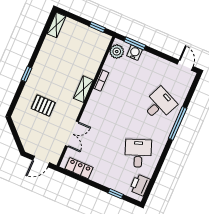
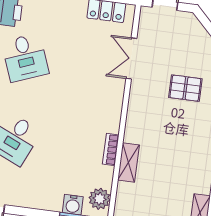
shelving: (83, 89) -> (129, 163), moved

